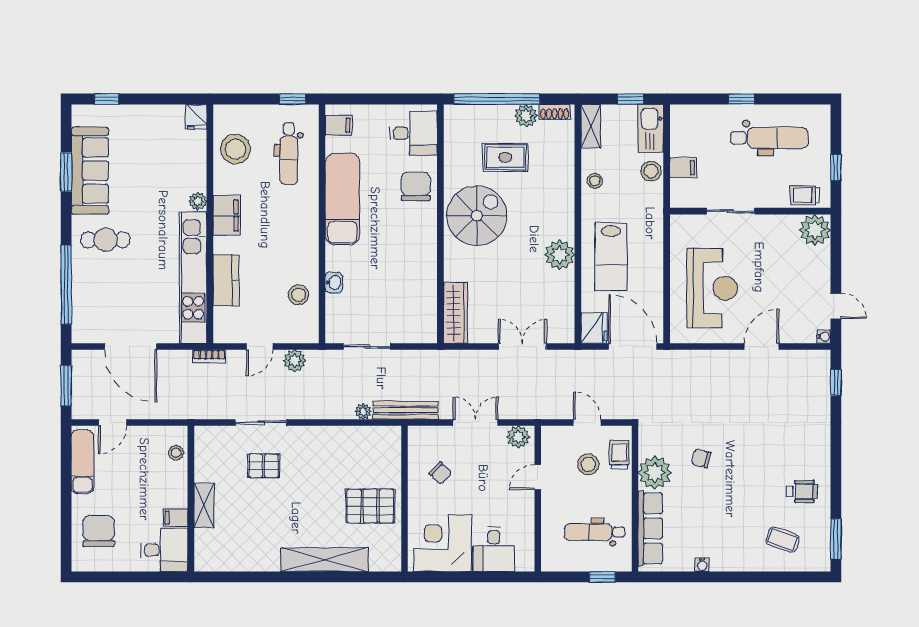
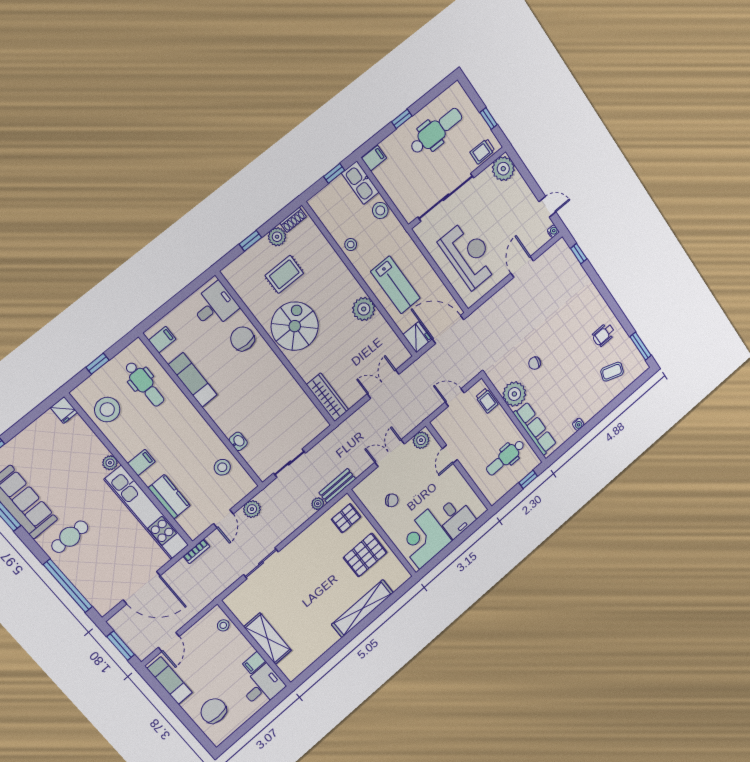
window: (293, 99) -> (97, 364), moved
window: (497, 99) -> (250, 241), width x0.32
shelving: (591, 126) -> (323, 211), removed
filing cabinet: (683, 168) -> (374, 158), moved
exam couch: (342, 199) -> (193, 380), width x0.73, depth x0.69
sliding door: (731, 211) -> (446, 197), width x1.86
filing cabinet: (227, 215) -> (141, 463), width x0.50
bench: (405, 410) -> (337, 486), width x0.73
trolley: (619, 455) -> (487, 401), turned 180
stool: (588, 464) -> (473, 422), removed
pallet: (264, 466) -> (346, 518), moved
wheelchair: (802, 492) -> (604, 335), turned 180
shelving: (204, 505) -> (268, 639), width x1.50, depth x1.33

